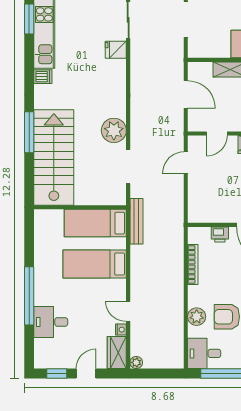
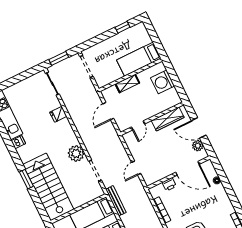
fridge: (116, 50) -> (58, 114), moved
door: (186, 94) -> (108, 111), swing flipped
window: (29, 132) -> (26, 179), width x0.69
door: (186, 163) -> (136, 168), moved

